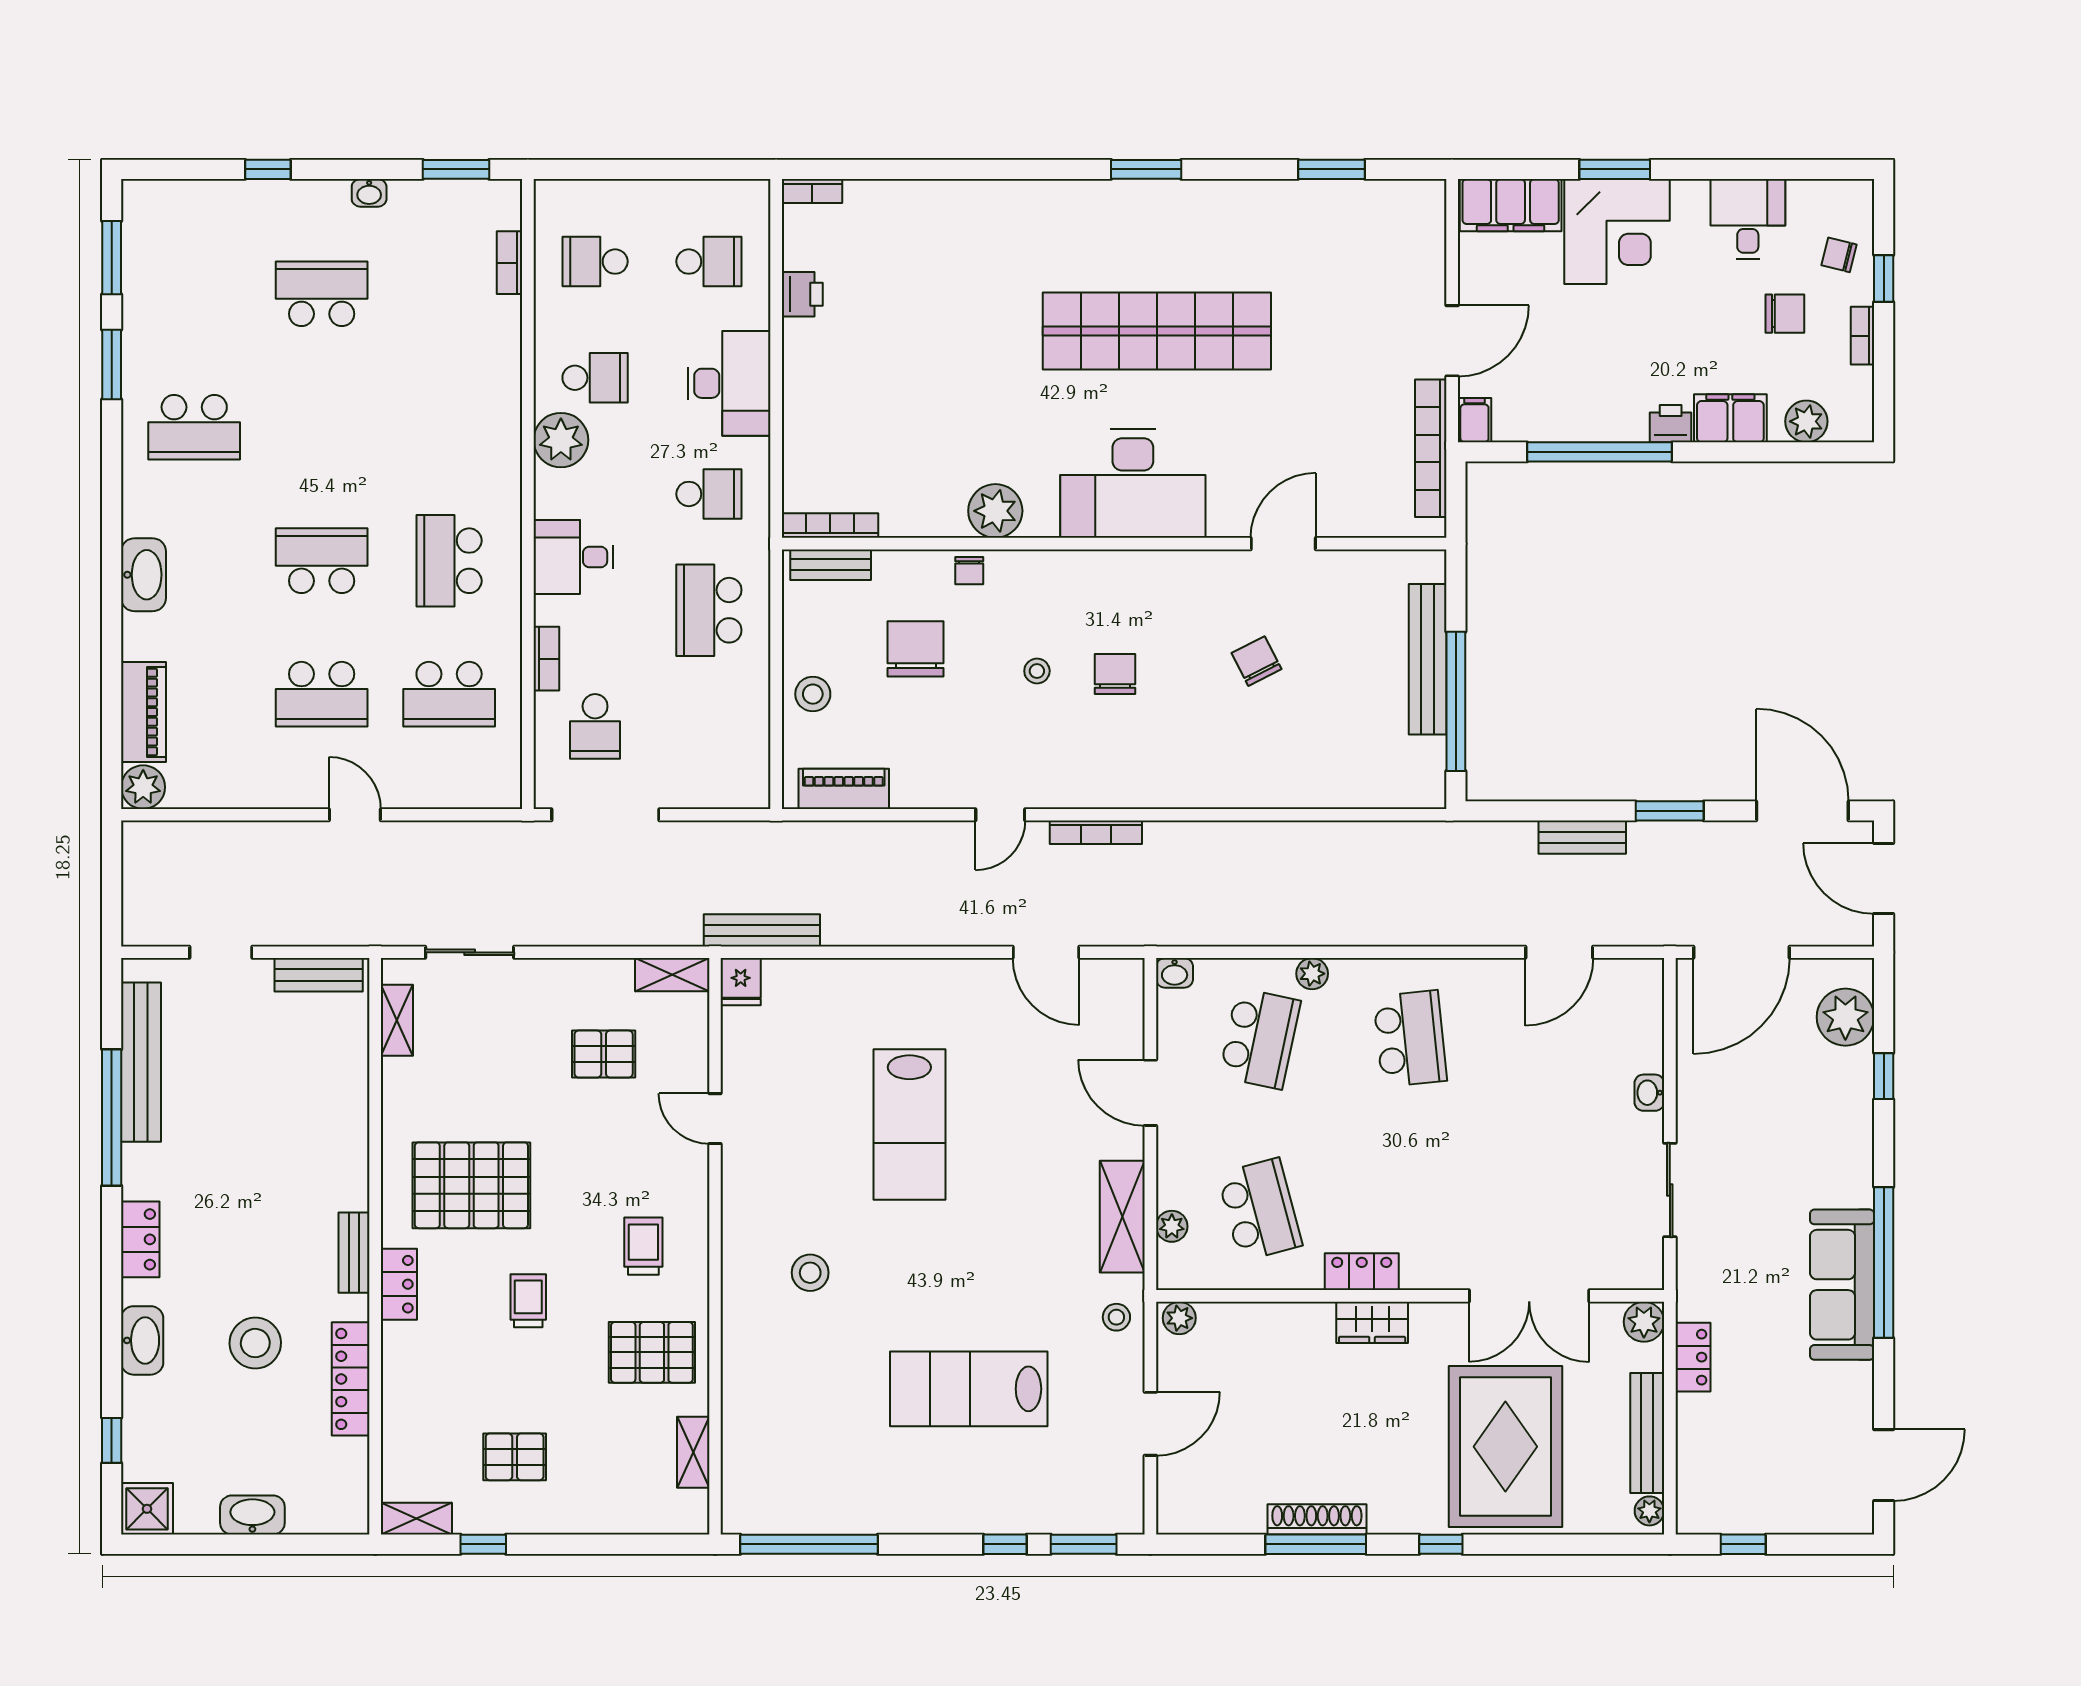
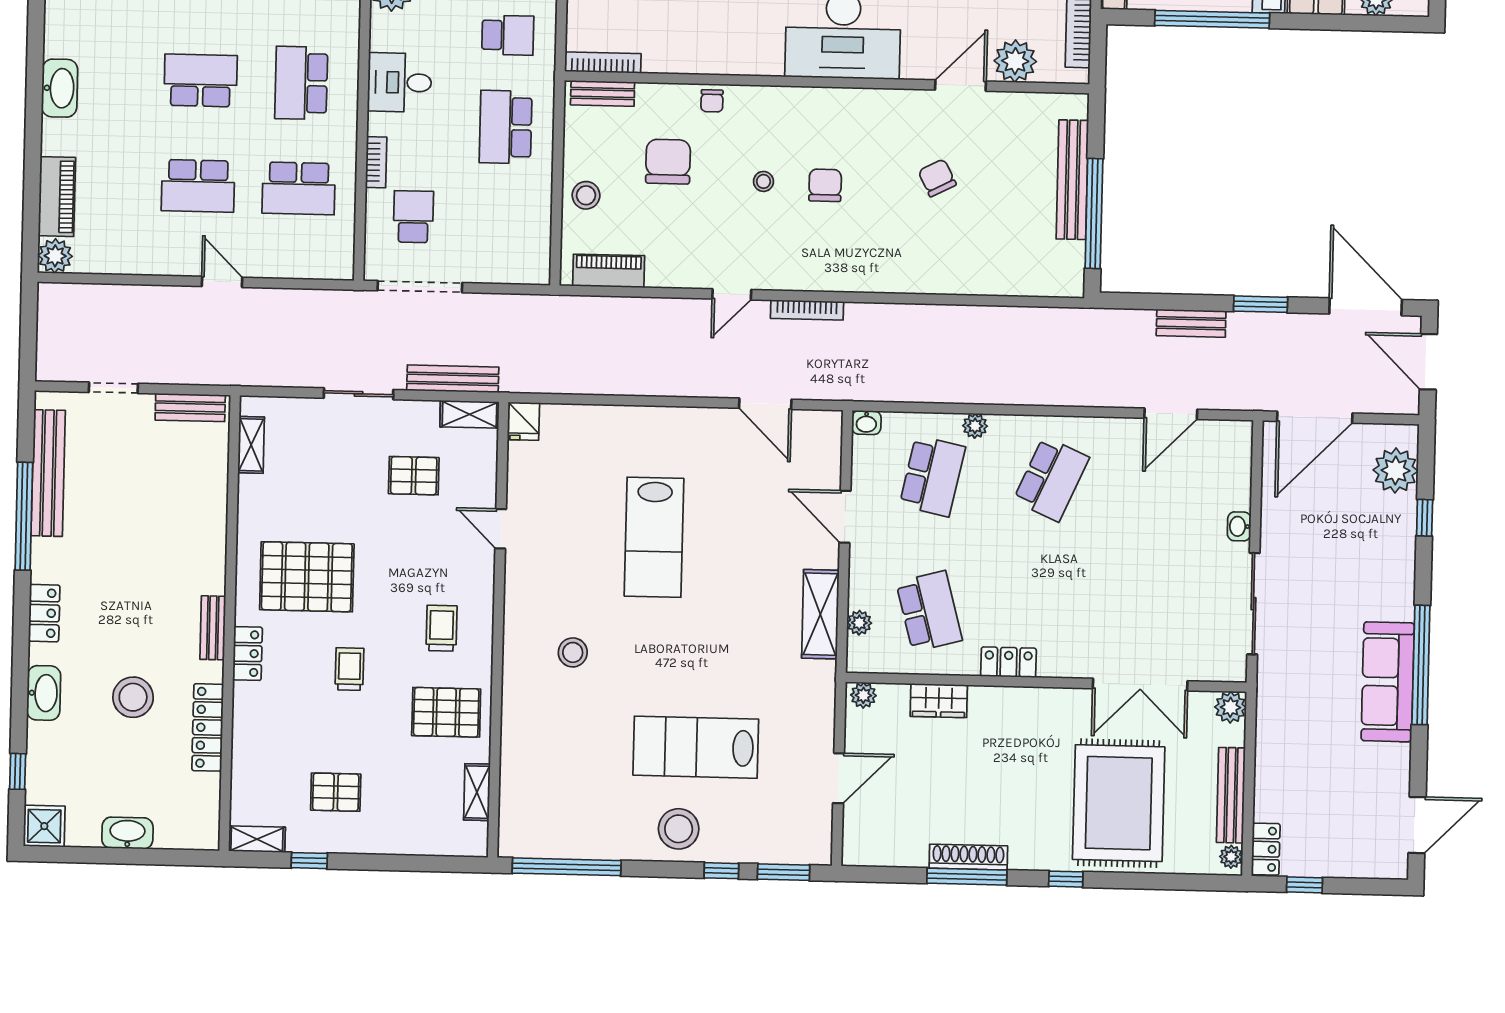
plant: (995, 511) -> (1015, 61), moved
school desk: (595, 726) -> (413, 217), turned 180
bench: (762, 930) -> (453, 379), moved
sliding door: (470, 952) -> (359, 394), moved
school desk: (1410, 1039) -> (1051, 479), turned 30
sliding door: (1670, 1190) -> (1253, 604), width x1.37
stool: (1116, 1317) -> (679, 829), moved, width x1.89, depth x1.89
wardrobe: (1372, 1322) -> (939, 701), moved
locker: (1693, 1357) -> (1266, 849), moved

